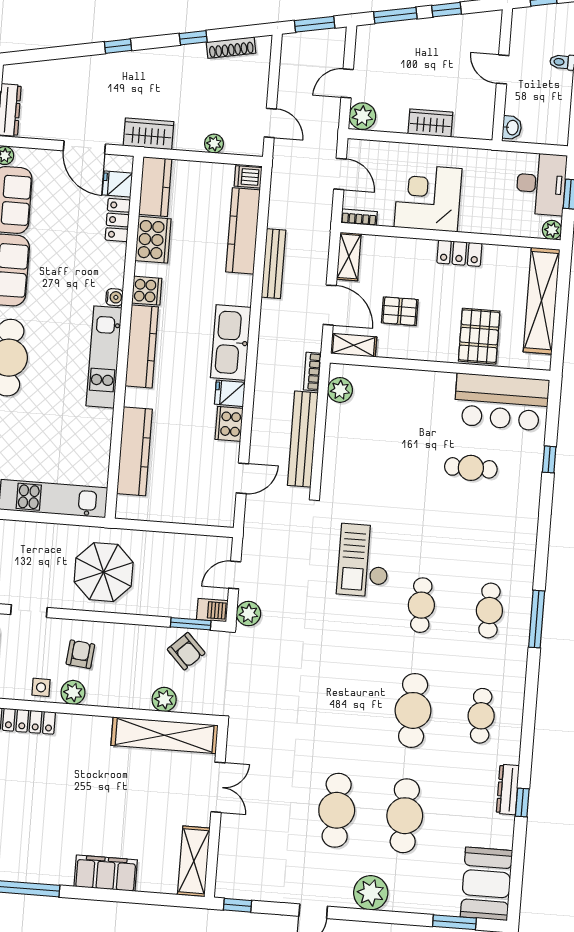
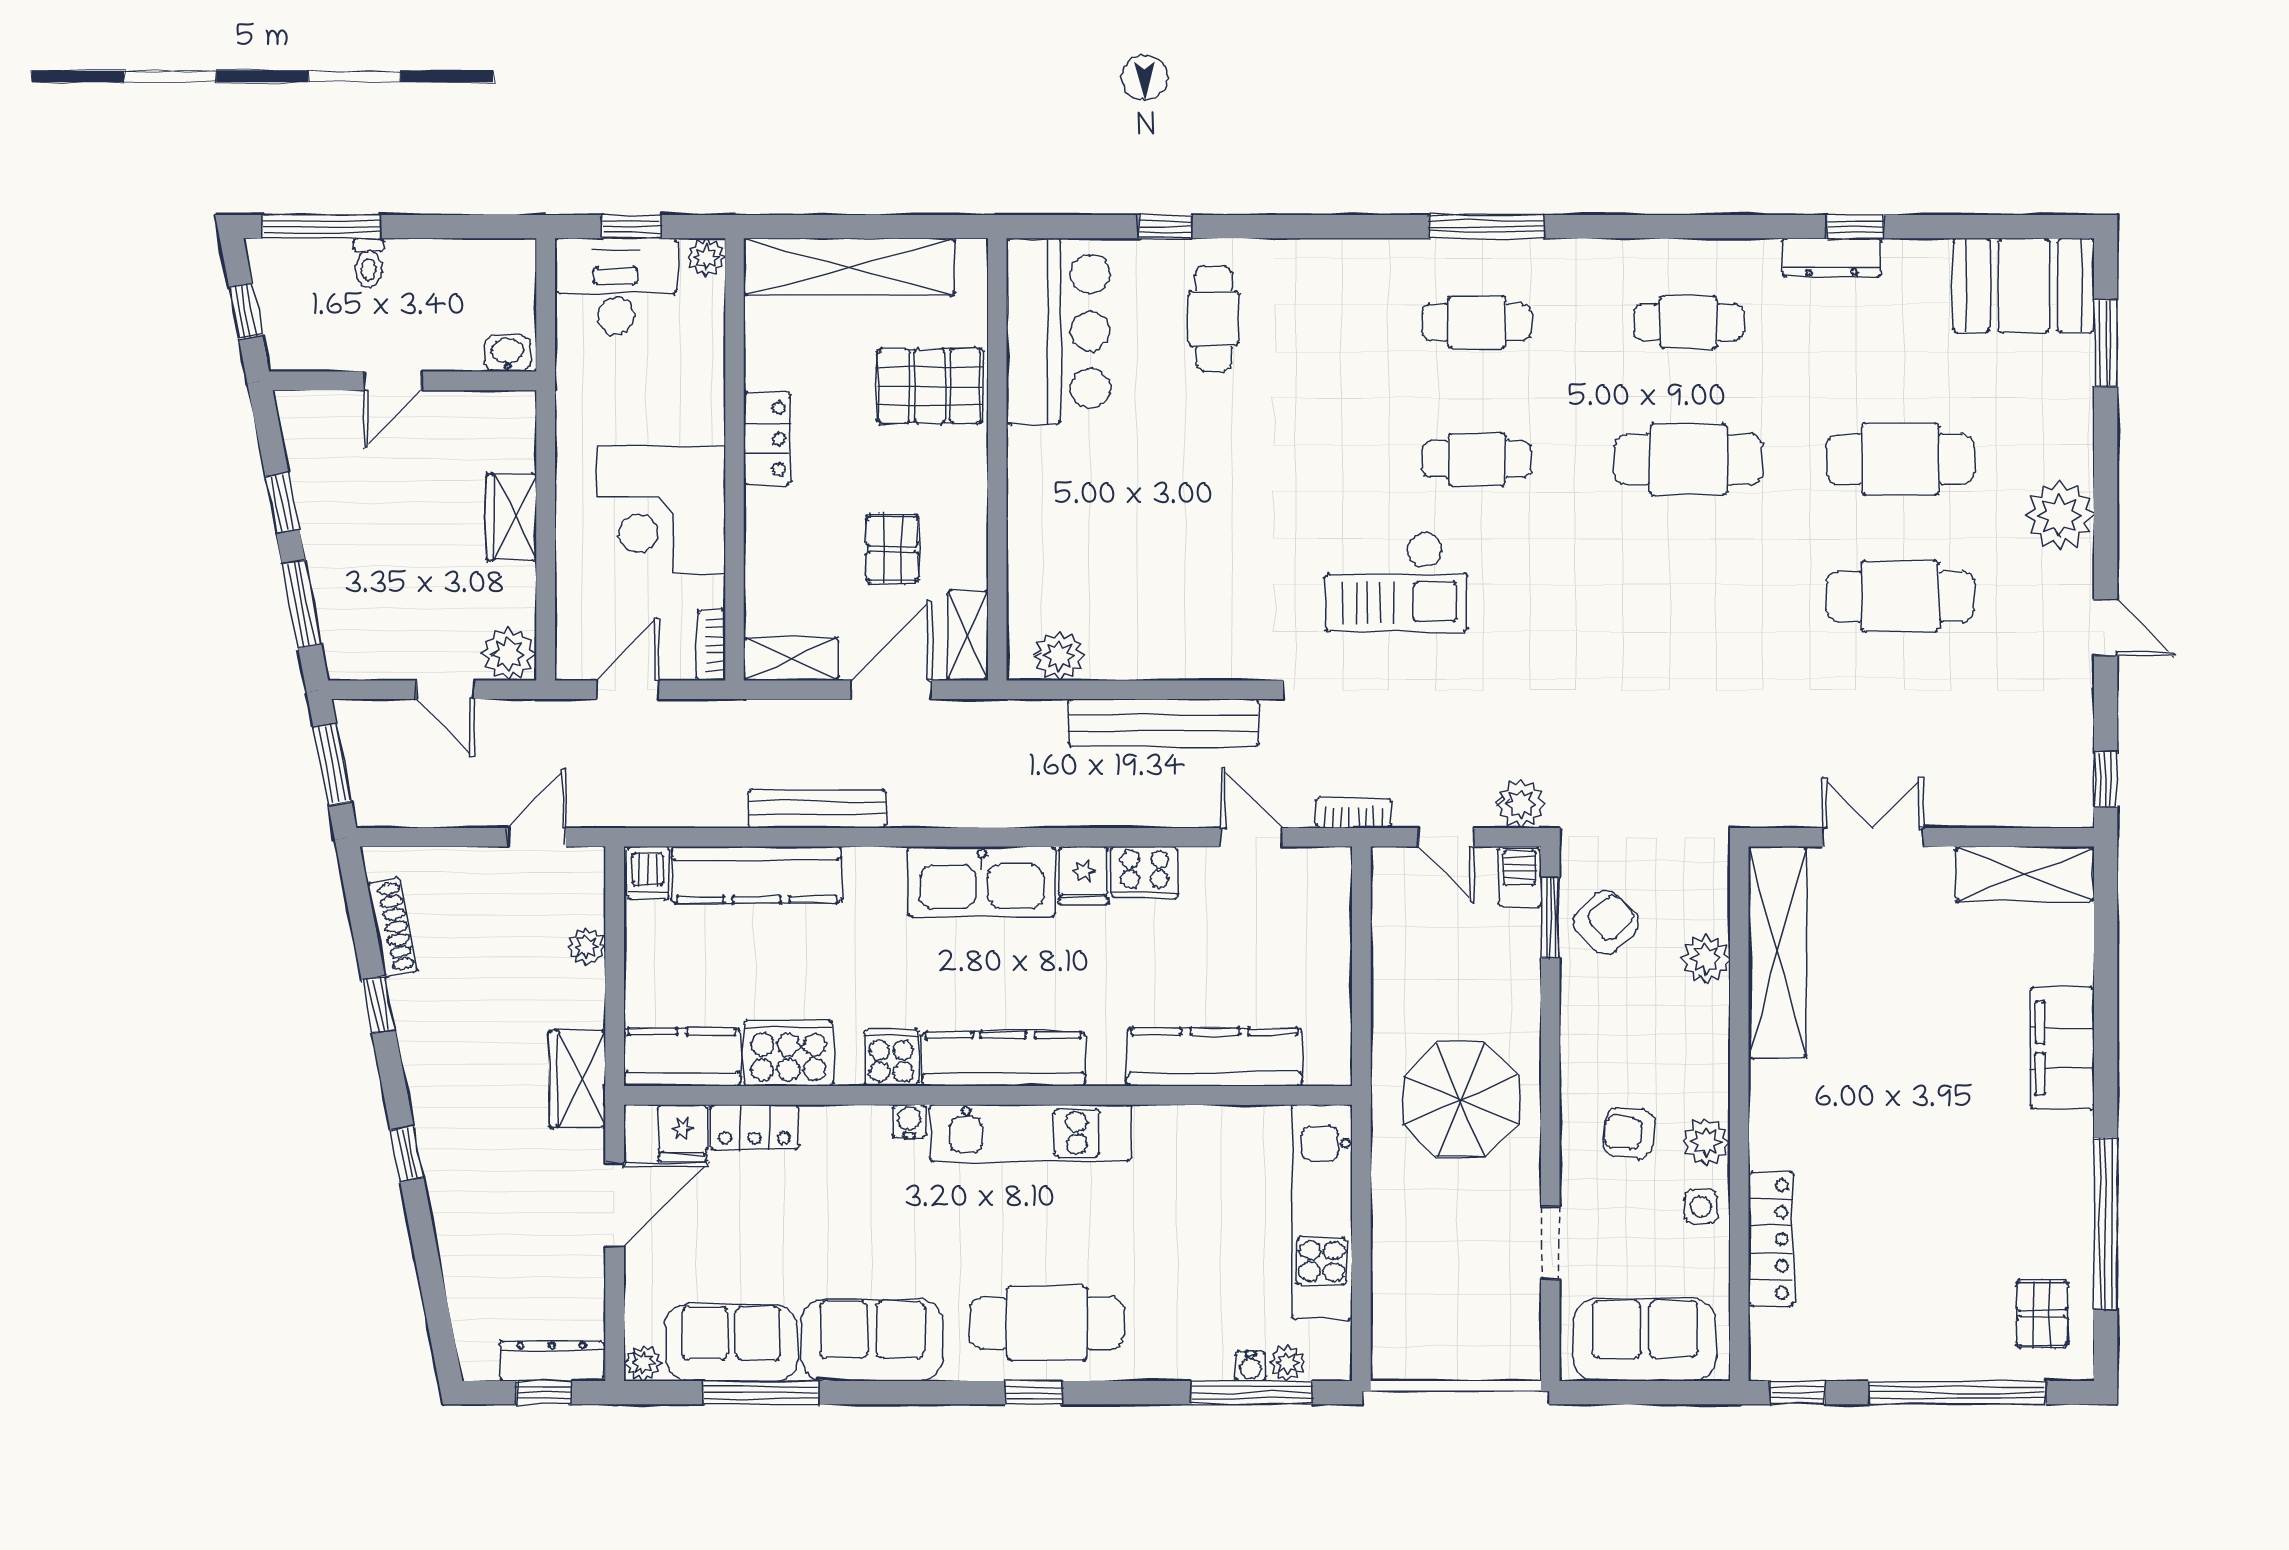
bookcase: (312, 372) -> (1353, 813), moved, turned 180
cafe table: (471, 468) -> (1214, 318), moved

